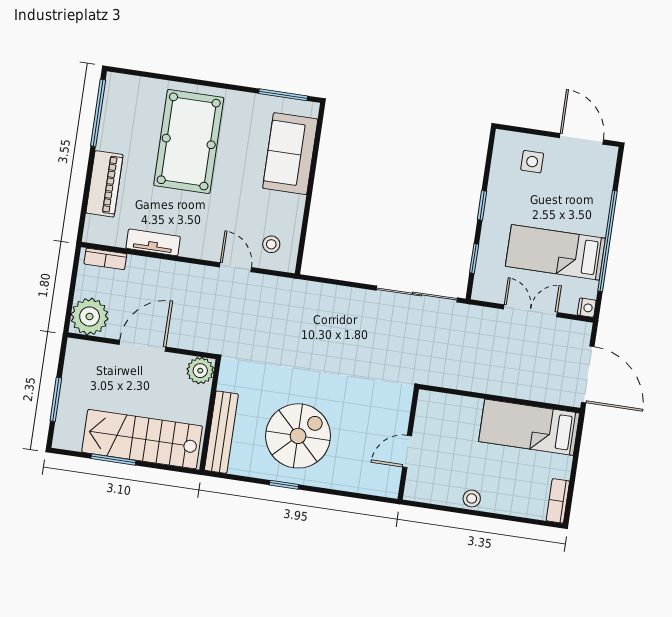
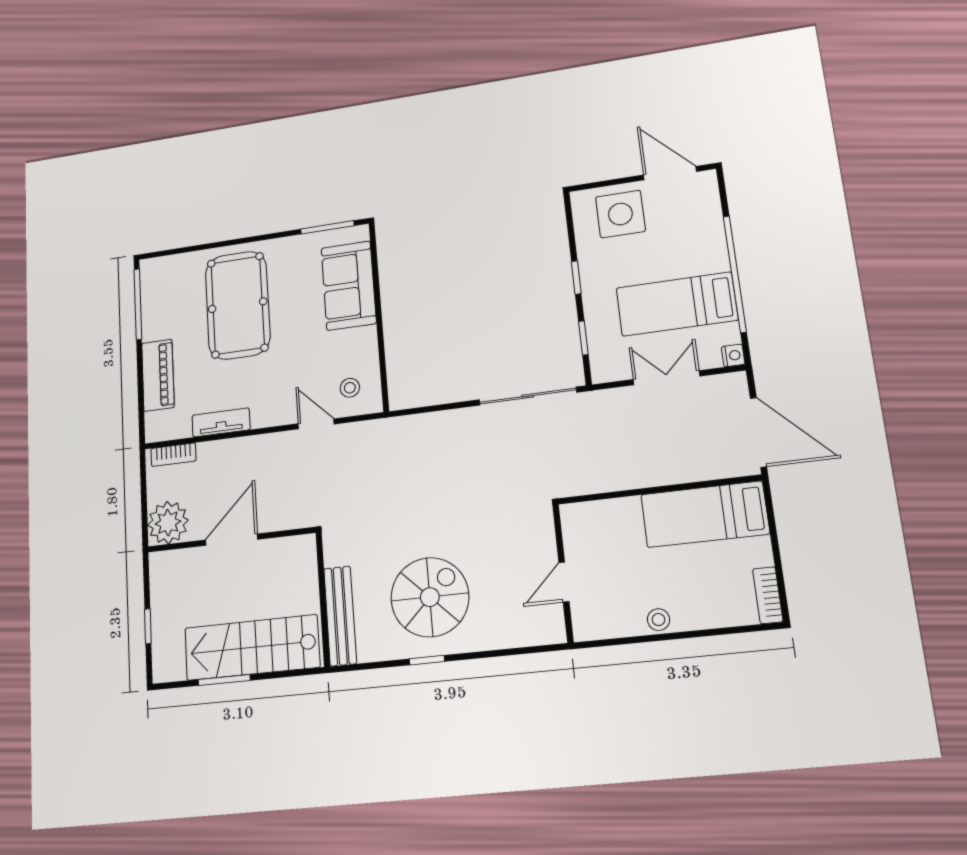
side table: (532, 162) -> (620, 214), width x1.87, depth x1.87
plant: (200, 371) -> (301, 550), removed
window: (56, 399) -> (148, 626), width x0.67

